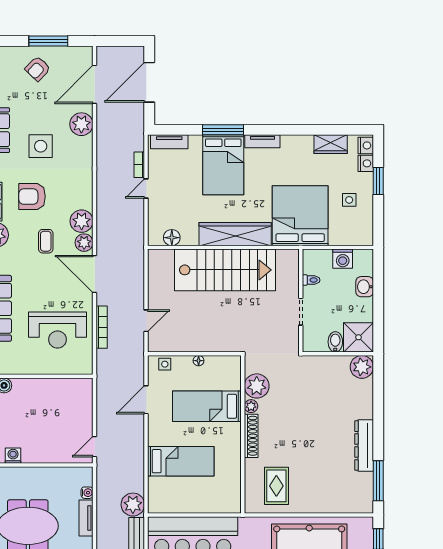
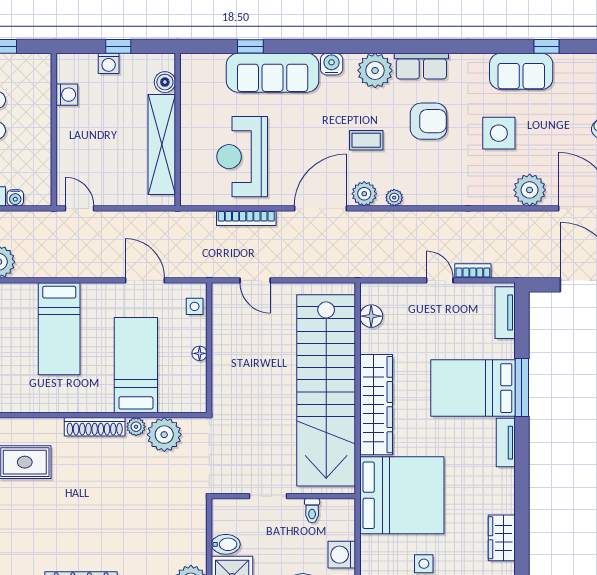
armchair: (32, 197) -> (429, 121), turned 90
plant: (82, 221) -> (394, 198), width x0.53, depth x0.53
stairs: (225, 270) -> (326, 390), width x1.36
shelving: (49, 388) -> (162, 145), added

